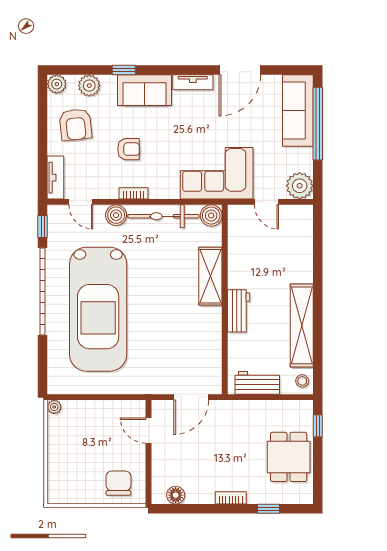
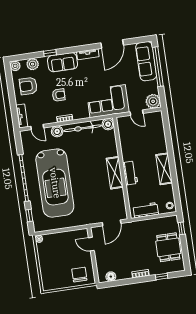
armchair: (76, 125) -> (28, 86), turned 96
window: (43, 226) -> (29, 216), moved
shelving: (210, 276) -> (115, 173), moved
shelving: (302, 325) -> (164, 169), width x0.68

